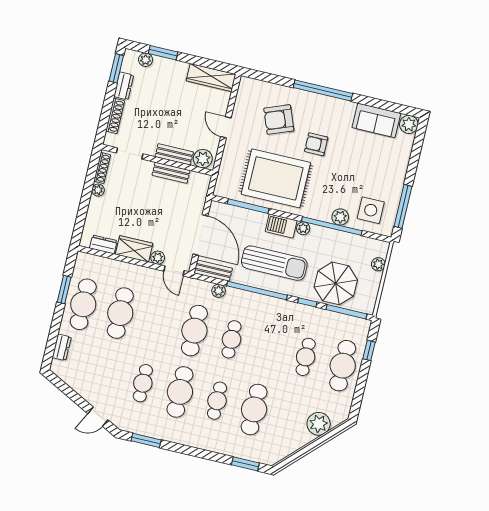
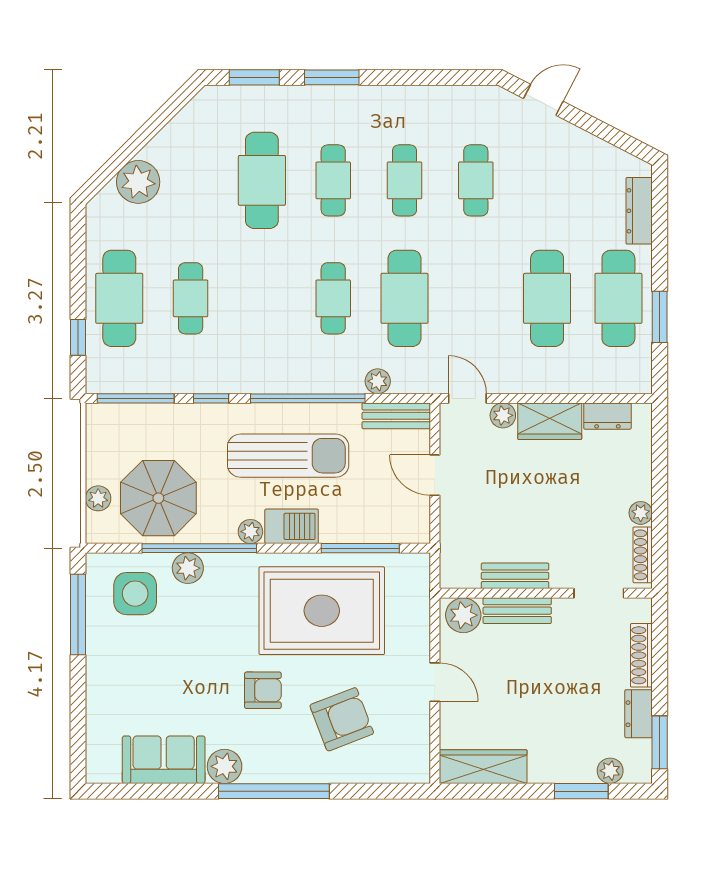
plant: (409, 124) -> (225, 766), moved
door: (200, 235) -> (435, 475), width x0.53
sun lounger: (274, 263) -> (288, 456), turned 180
parasol: (336, 283) -> (158, 498), moved
dresser: (62, 347) -> (639, 211), width x1.44
cafe table: (180, 392) -> (404, 180), width x0.73, depth x0.74
window: (146, 440) -> (332, 77), moved

